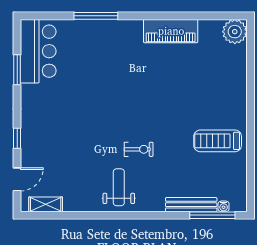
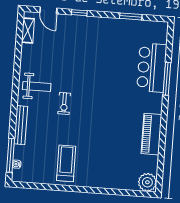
bar counter: (38, 51) -> (152, 68), moved, turned 90
bench: (191, 205) -> (21, 125), moved

